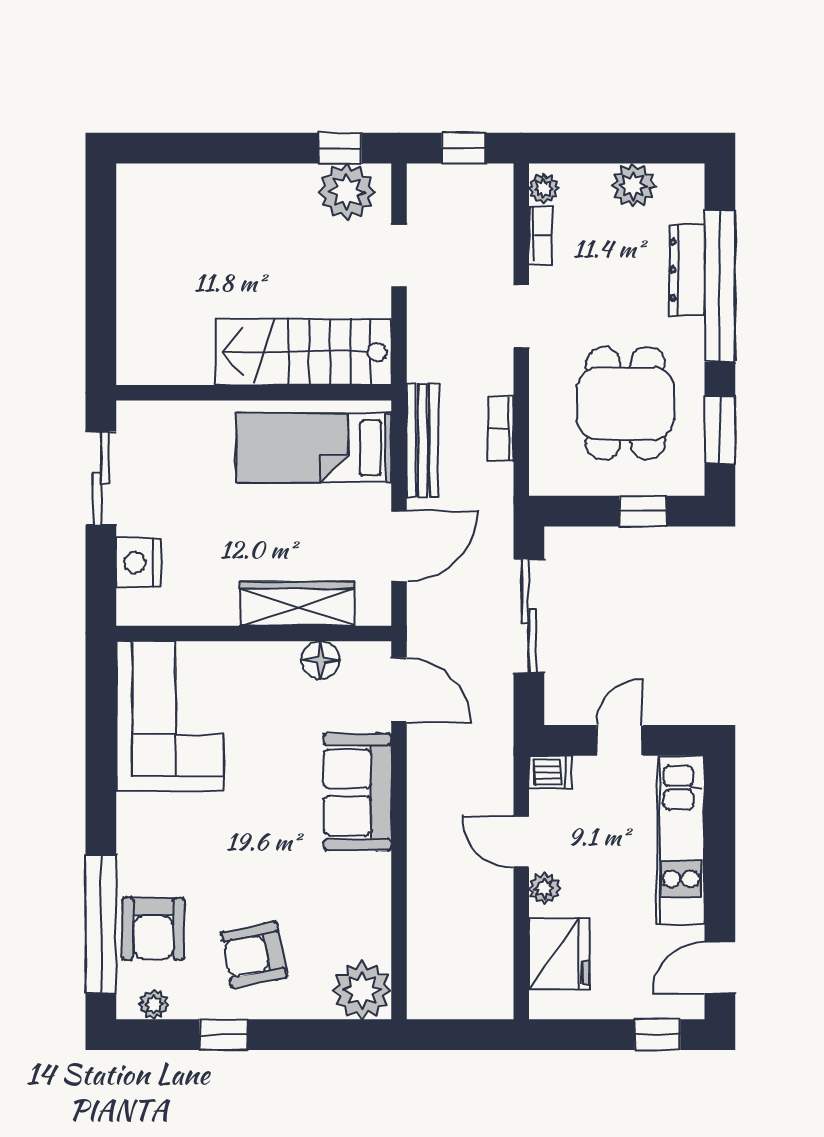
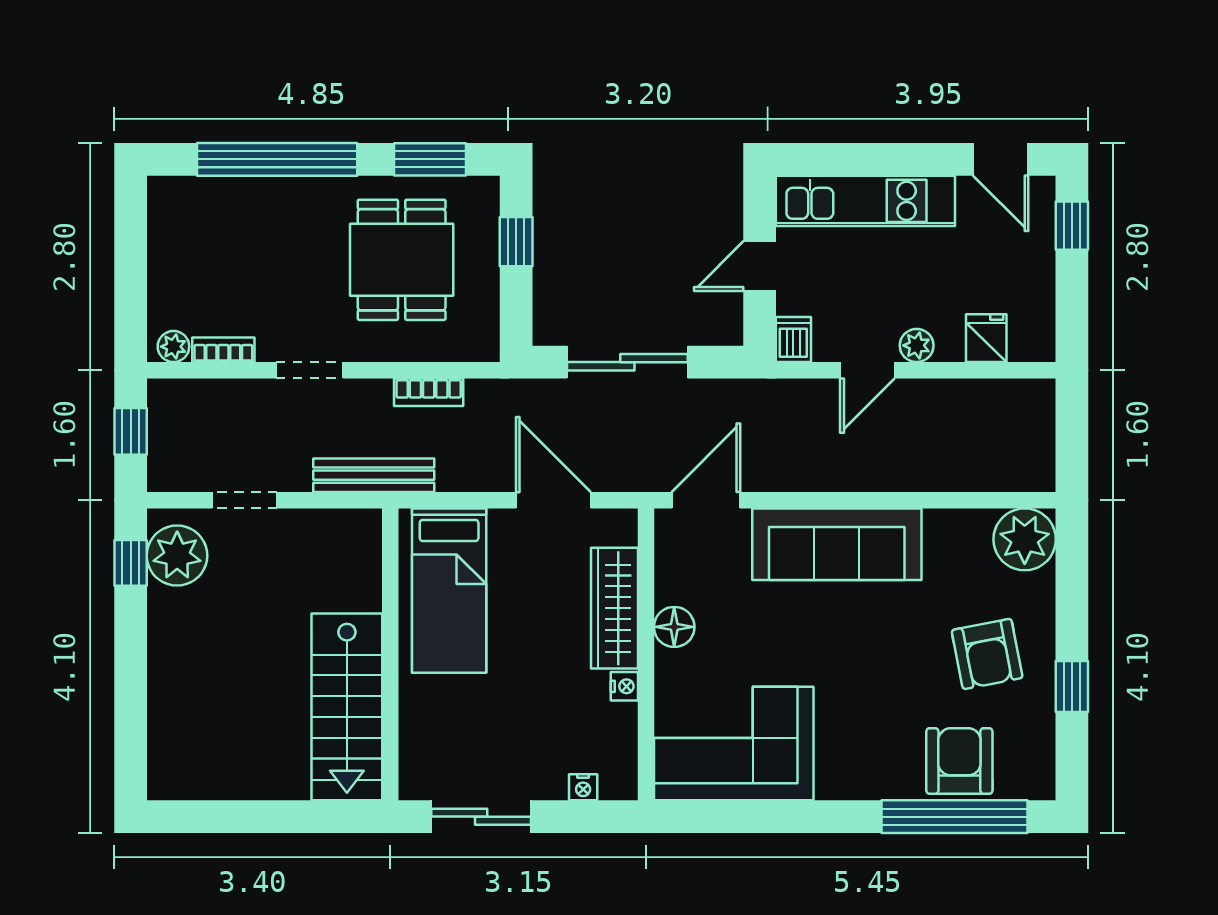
plant: (633, 185) -> (170, 251), removed
dresser: (687, 270) -> (260, 195), removed
stairs: (303, 352) -> (347, 707), moved
dining table: (625, 403) -> (402, 260), turned 90
bench: (423, 440) -> (374, 475), moved
nightstand: (138, 563) -> (583, 787), width x0.53, depth x0.56
nightstand: (224, 613) -> (624, 686), added
floor lamp: (321, 660) -> (674, 627), moved
door: (620, 740) -> (760, 266), hinge flipped
sofa: (358, 792) -> (837, 544), width x1.36
armchair: (153, 929) -> (959, 761), turned -90
fridge: (559, 954) -> (986, 338), width x0.53, depth x0.75
plant: (154, 1004) -> (1040, 760), removed

